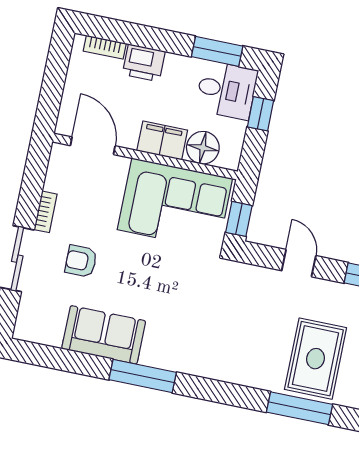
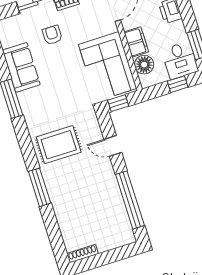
door: (299, 263) -> (113, 146), swing flipped
rug: (316, 359) -> (59, 145), moved

